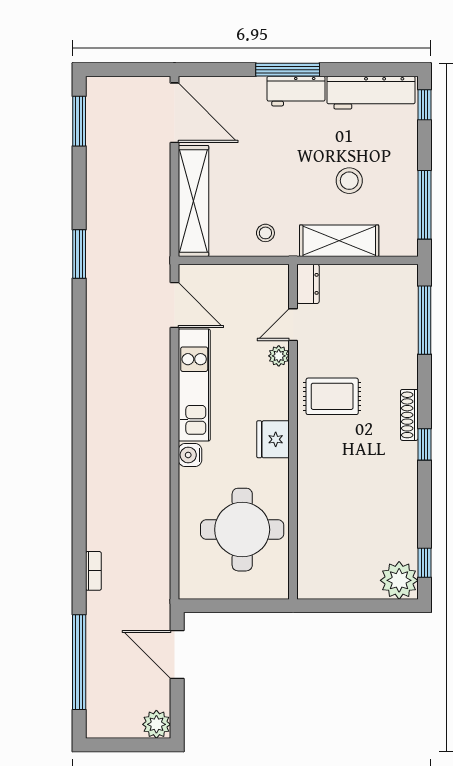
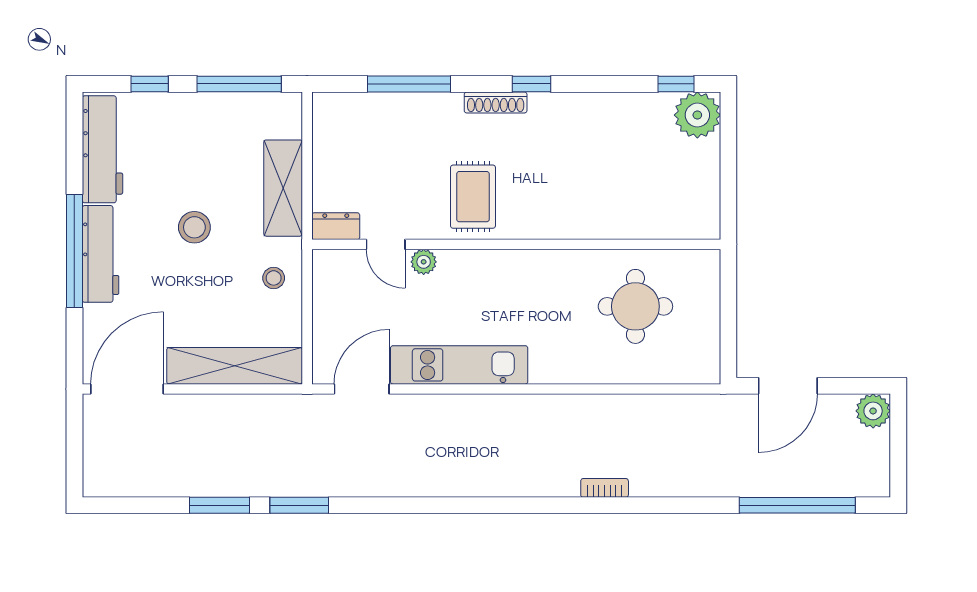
window: (288, 70) -> (74, 251), width x1.46
workbench: (296, 91) -> (100, 254), width x1.38
window: (424, 105) -> (150, 84), moved
window: (79, 121) -> (220, 505), moved
stool: (349, 181) -> (194, 227), moved
window: (424, 320) -> (409, 84), moved
fridge: (273, 439) -> (525, 269), removed
water cooler: (190, 455) -> (545, 370), removed
round table: (242, 530) -> (635, 306), width x0.73, depth x0.73
bookcase: (93, 571) -> (605, 488), moved

